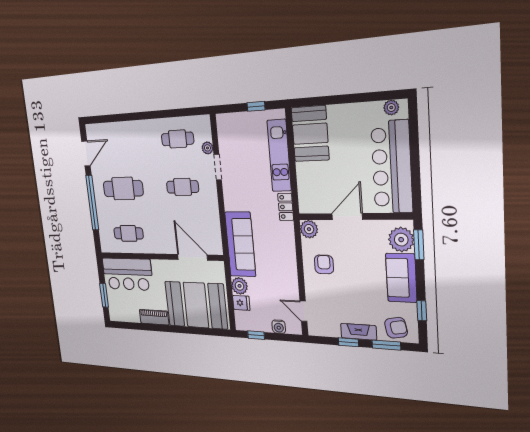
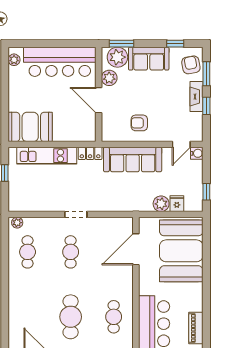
plant: (207, 148) -> (17, 223), moved
doorway: (218, 167) -> (76, 214), moved
plant: (309, 229) -> (109, 78), moved
sofa: (240, 244) -> (133, 160), moved, turned 180
piano: (154, 317) -> (196, 328), moved
water cooler: (279, 327) -> (197, 153), moved

